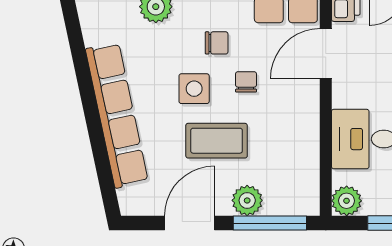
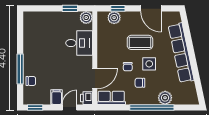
plant: (247, 200) -> (114, 18), moved
door: (190, 223) -> (151, 8), hinge flipped
window: (270, 223) -> (118, 8), width x0.46

